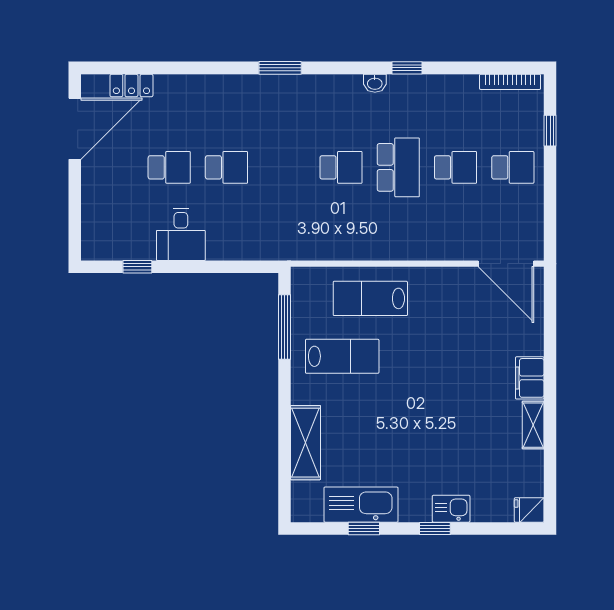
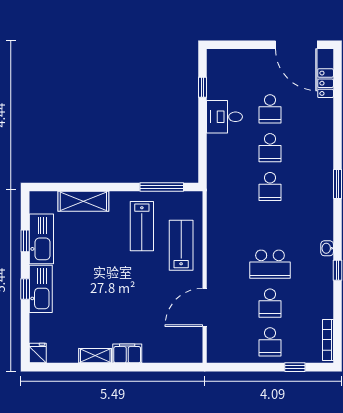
school desk: (341, 167) -> (270, 187), moved
door: (506, 264) -> (205, 307), moved
kitchen sink: (451, 509) -> (41, 289), width x1.87, depth x1.24

